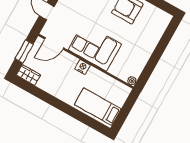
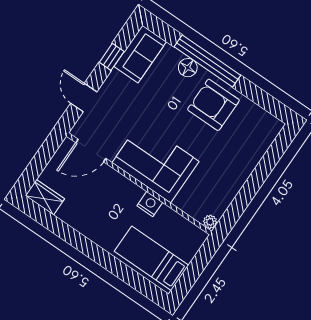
window: (24, 51) -> (42, 159), removed
nightstand: (83, 67) -> (150, 204), moved

